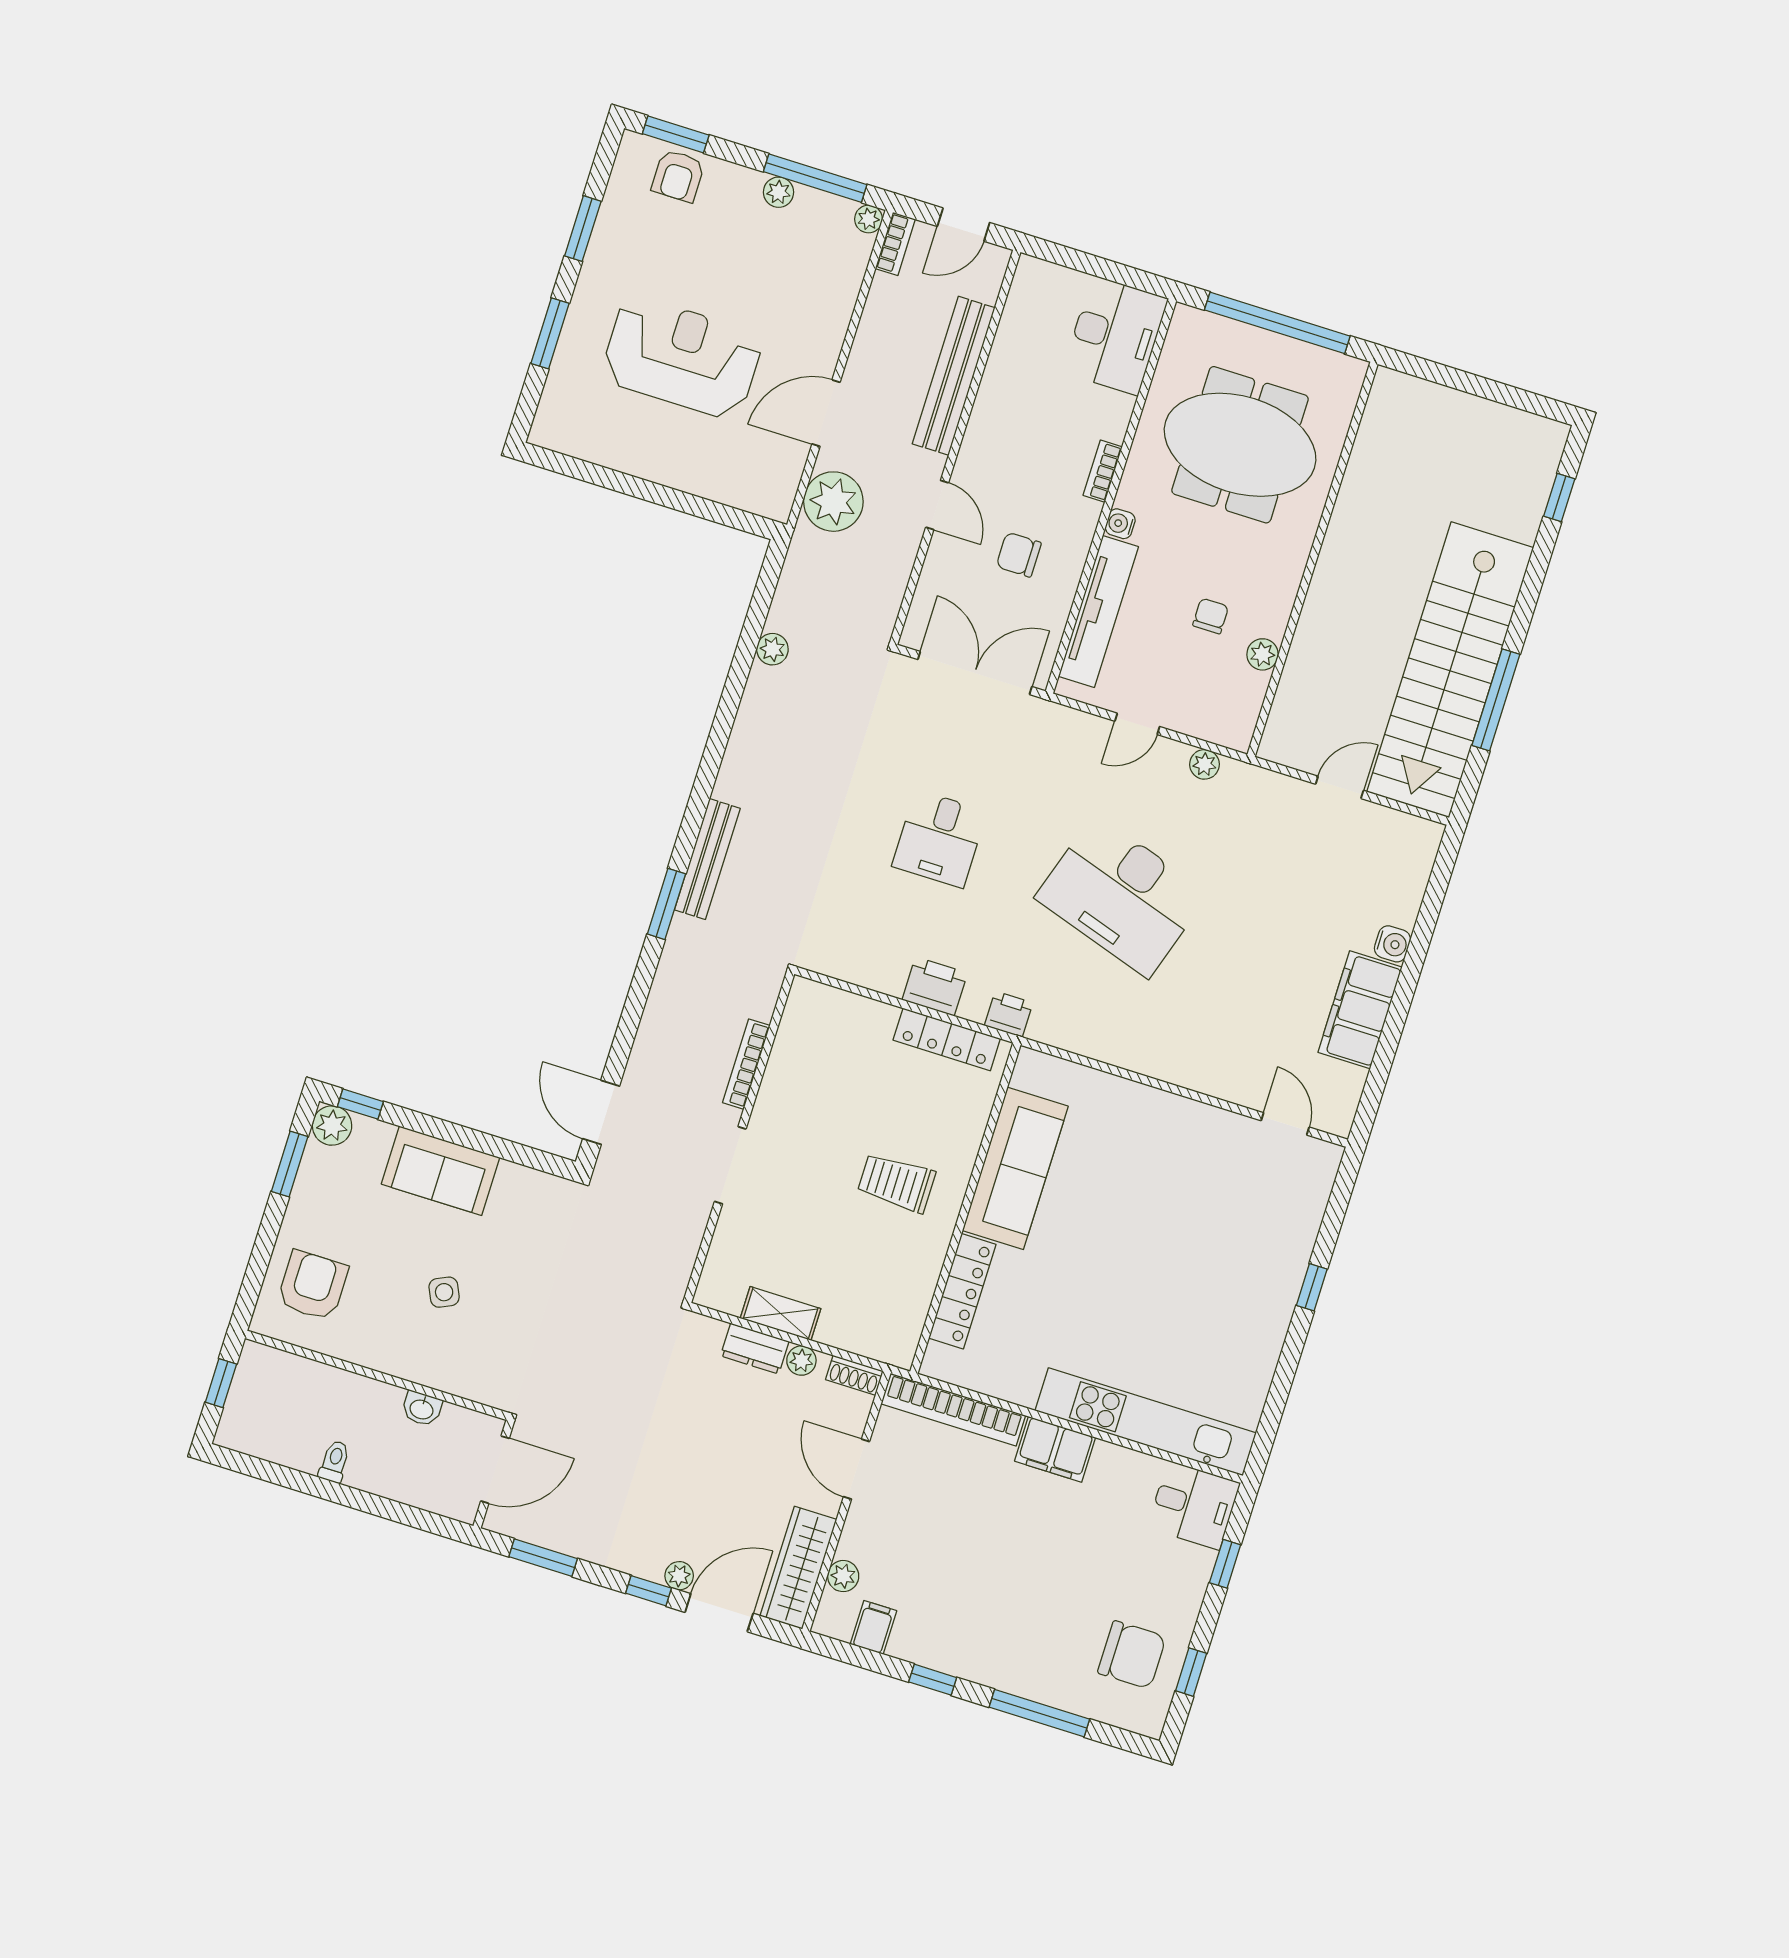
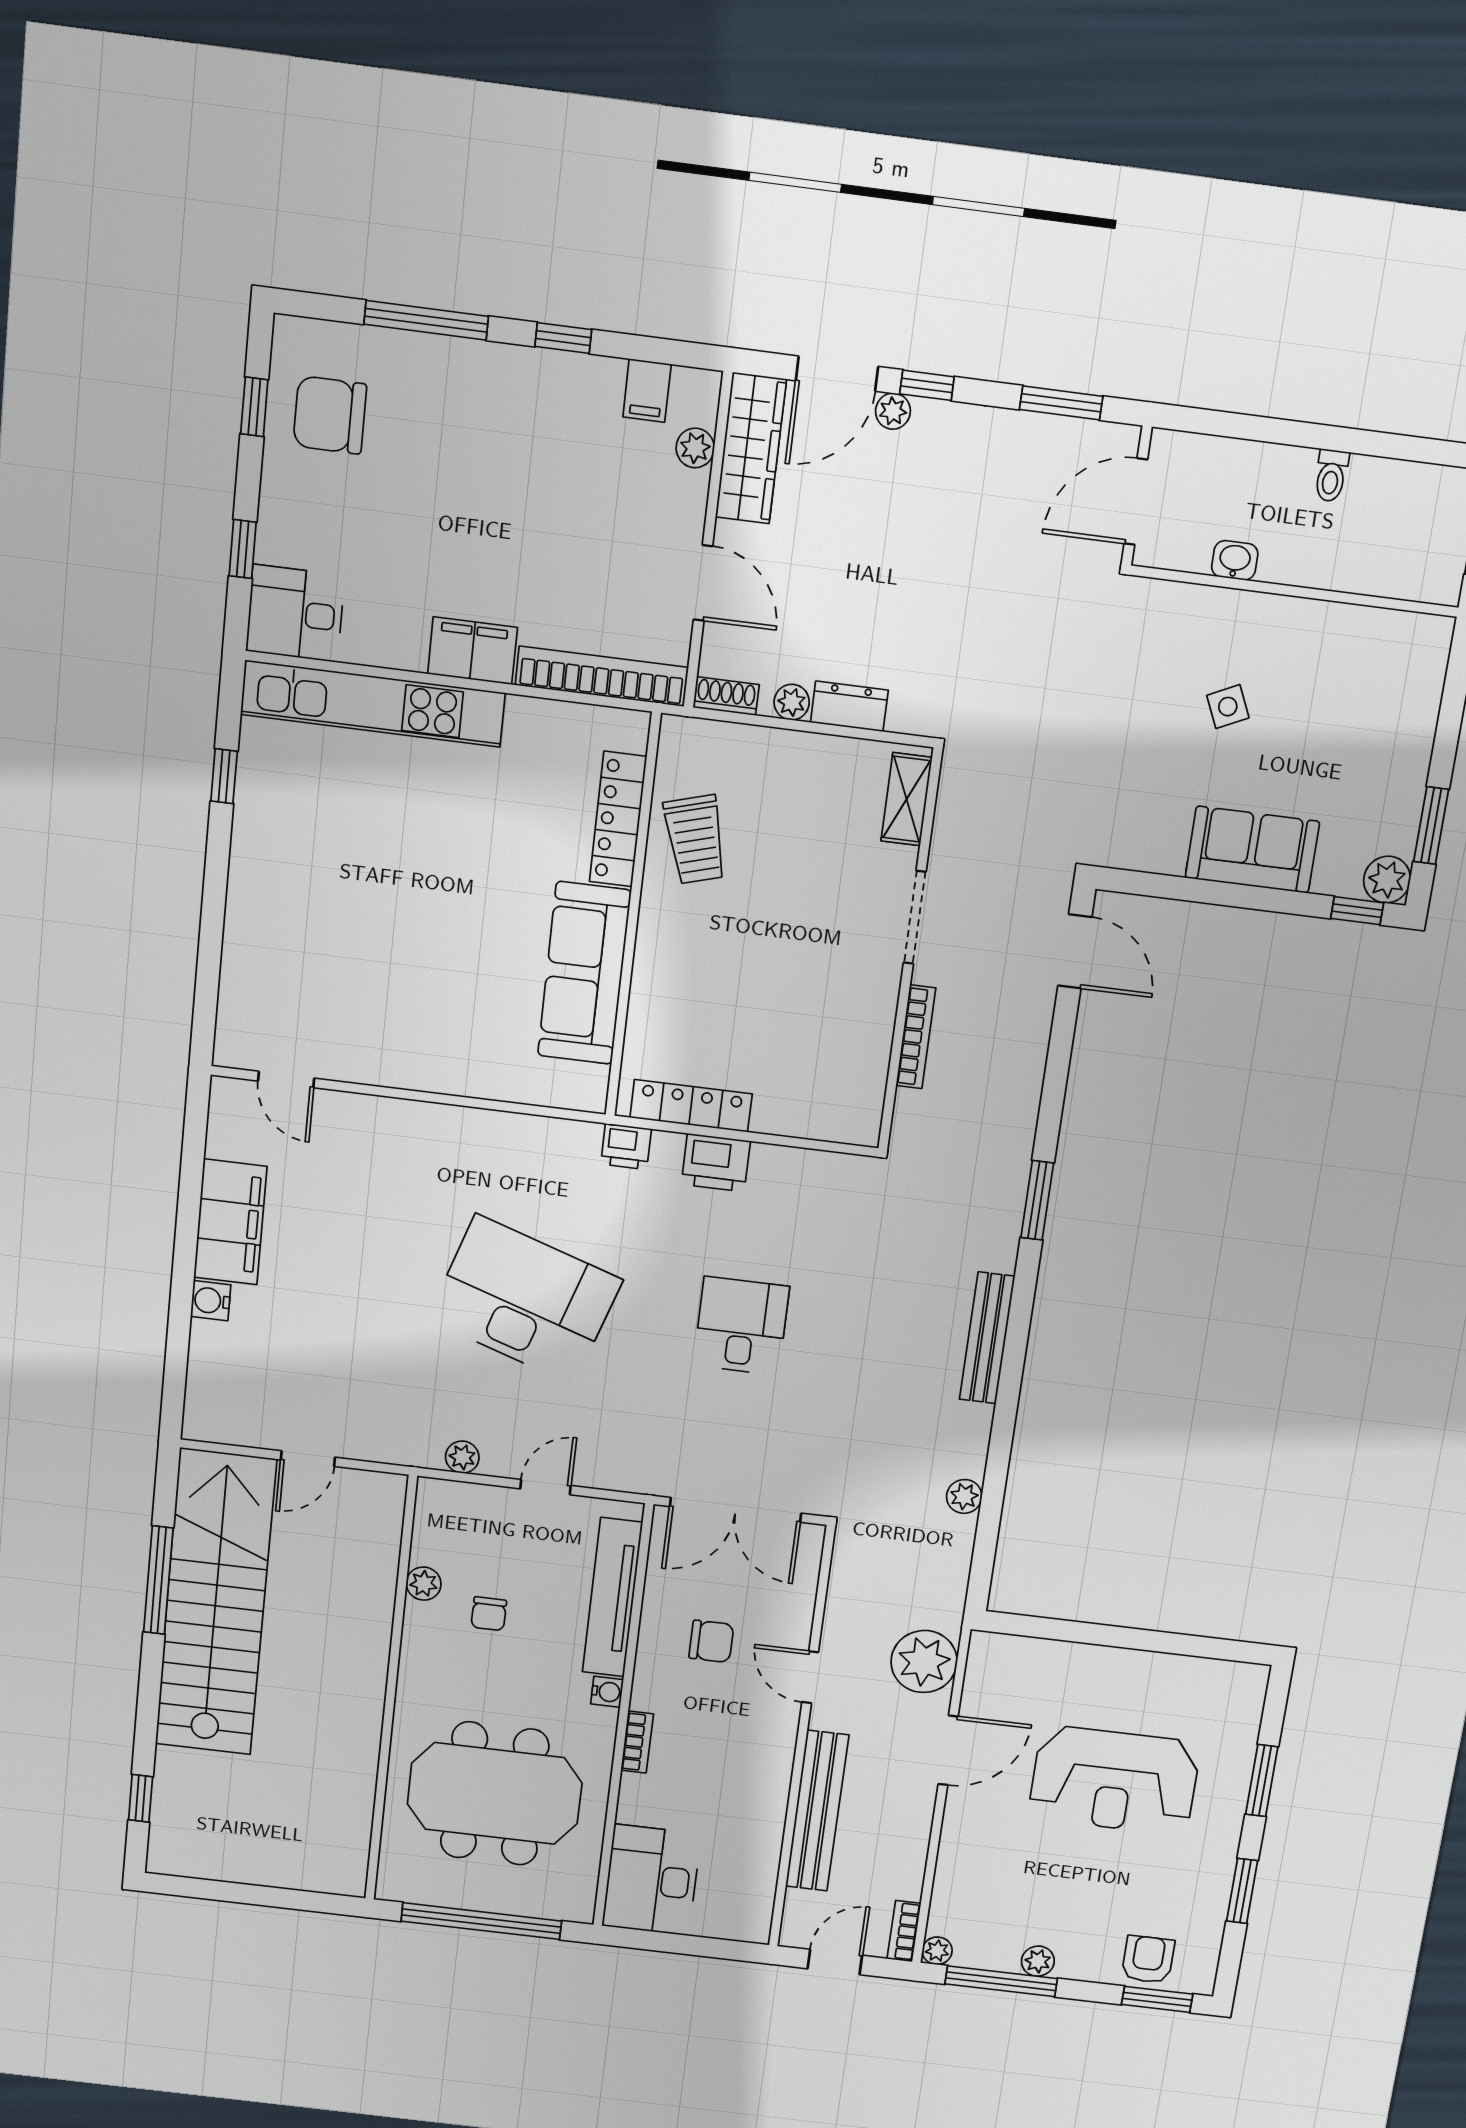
bench: (707, 859) -> (987, 1338), moved
trolley: (896, 1183) -> (695, 839), moved, turned 74
armchair: (313, 1285) -> (1385, 686), removed
window: (1312, 1287) -> (224, 776), moved
shelving: (781, 1313) -> (907, 799), moved, turned 90

